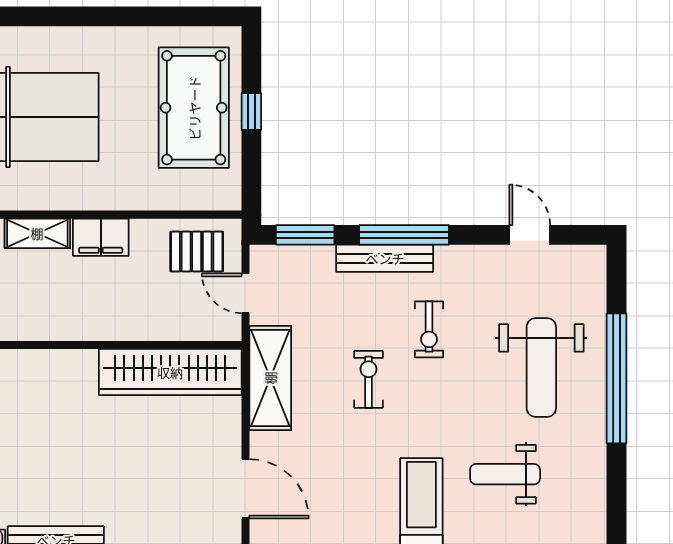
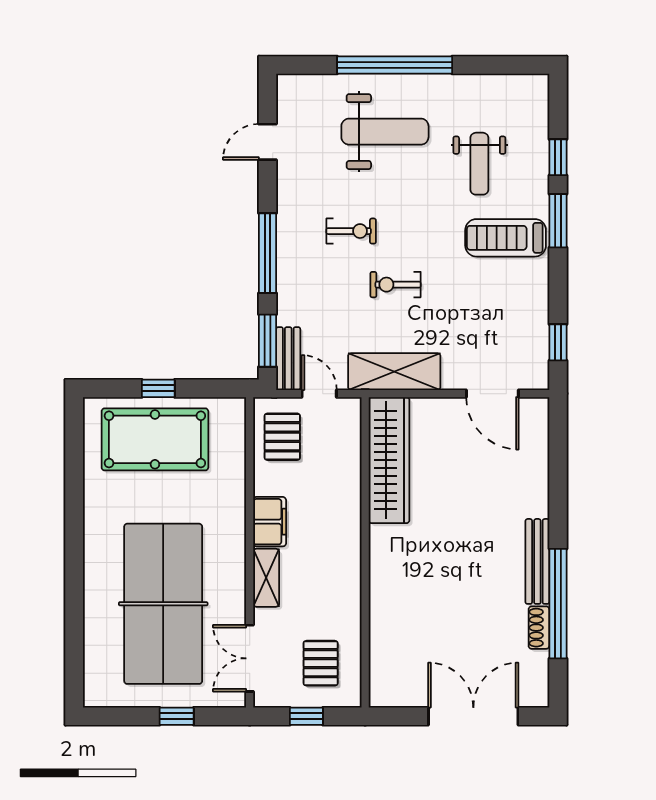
bench: (385, 258) -> (288, 359), moved, width x0.73
door: (245, 293) -> (319, 394), swing flipped
door: (245, 489) -> (492, 394), swing flipped

